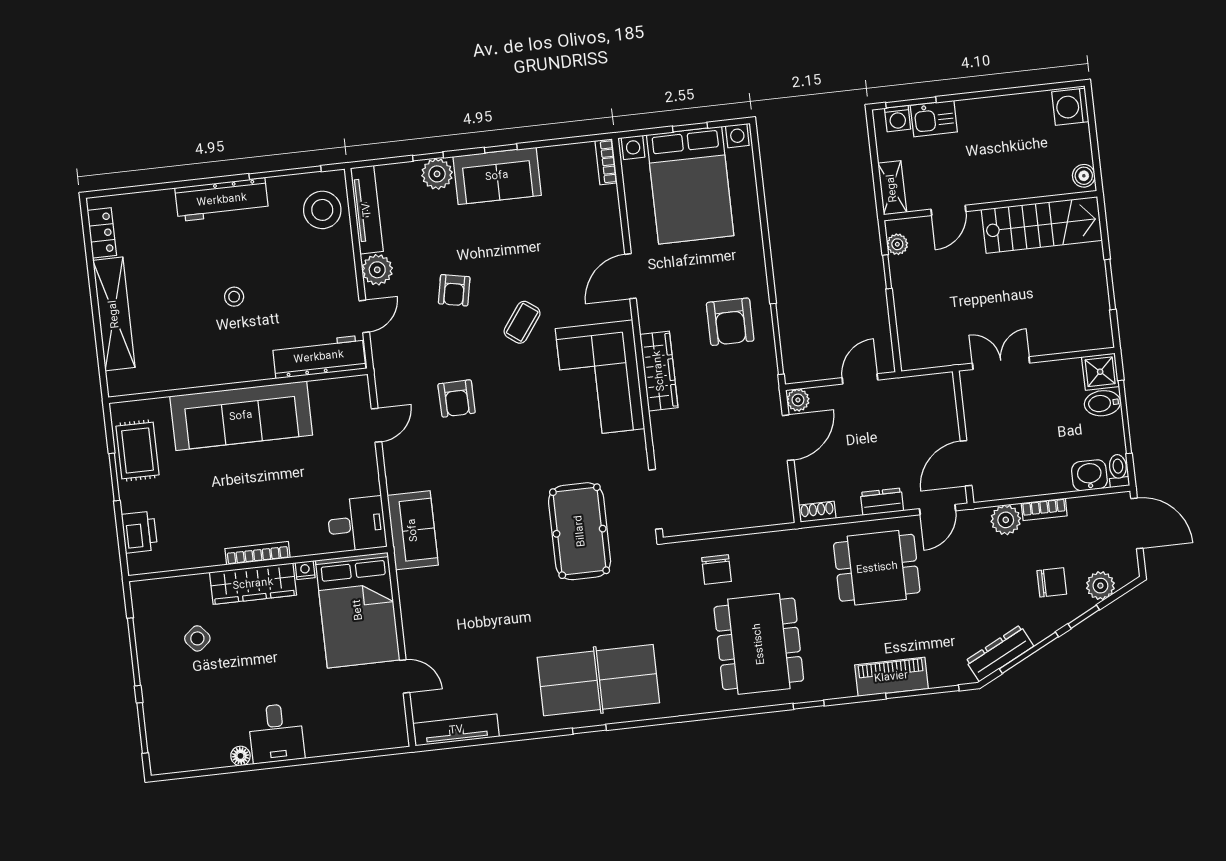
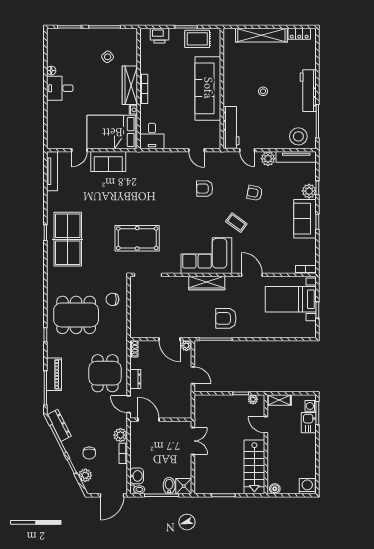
bed with nightstands: (690, 185) -> (291, 299), width x0.73
sofa: (413, 530) -> (108, 162), moved

